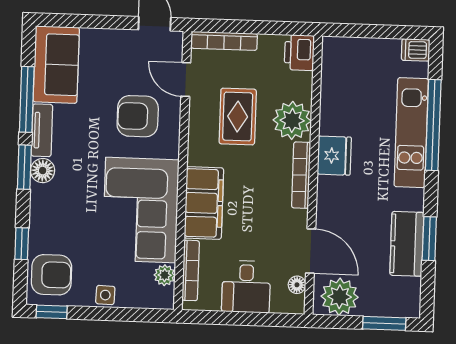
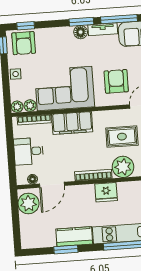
window: (22, 244) -> (26, 26), moved
kitchen counter: (407, 244) -> (74, 237), moved
plant: (164, 299) -> (17, 107), added
window: (384, 323) -> (16, 230), removed

